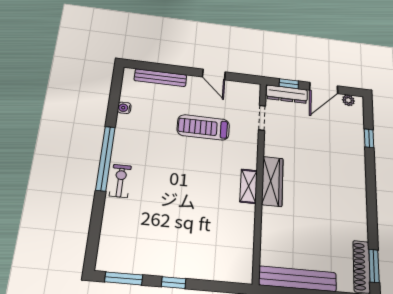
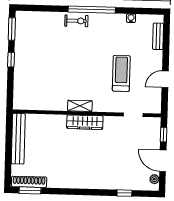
bench: (160, 78) -> (158, 36), width x0.73
dresser: (287, 94) -> (155, 133), removed

